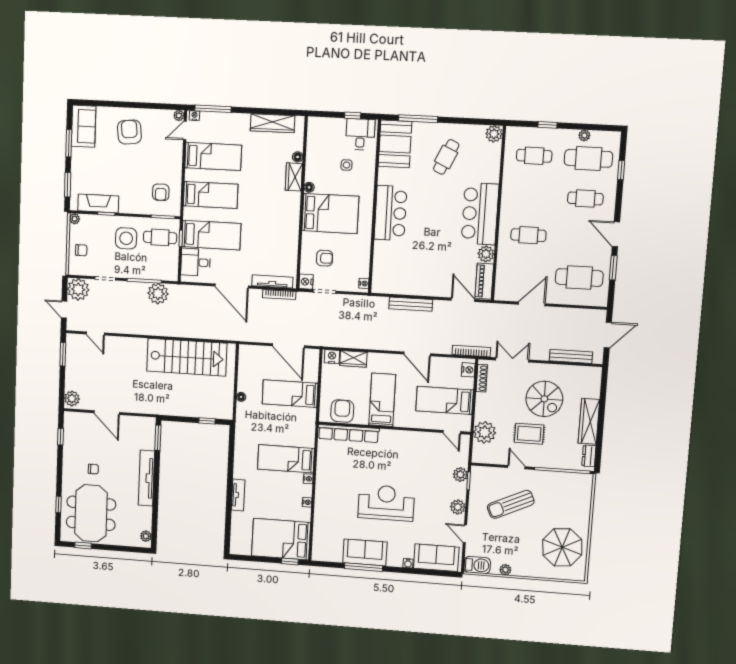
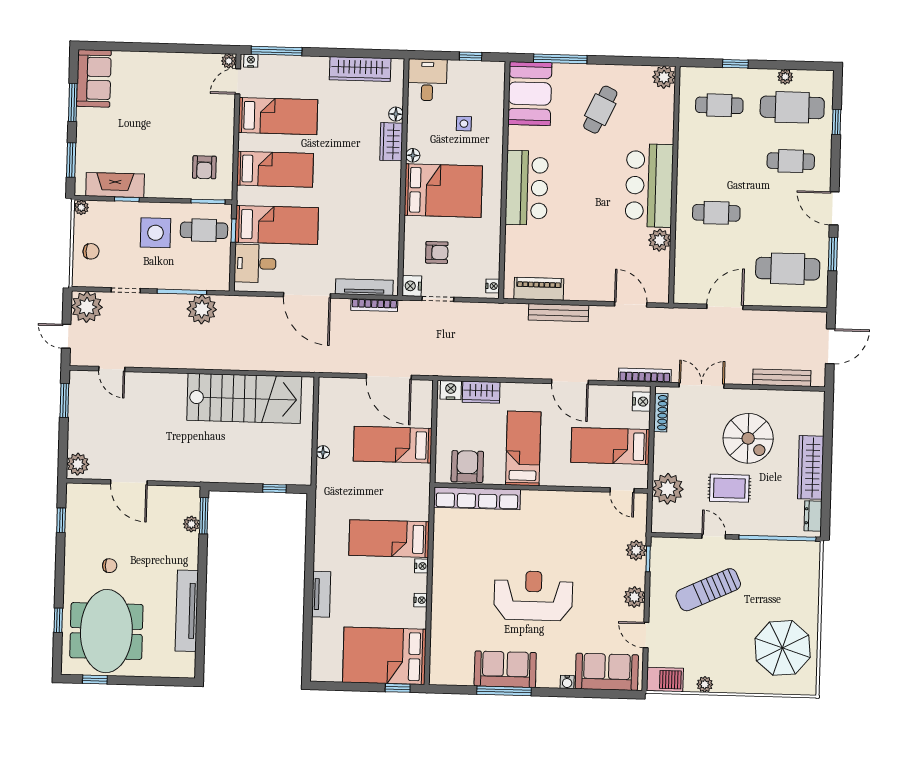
armchair: (129, 132) -> (159, 85), removed
desk: (360, 134) -> (427, 80), moved
piano: (484, 281) -> (539, 289), moved, turned 90
tv unit: (147, 478) -> (187, 611), moved
plant: (146, 536) -> (191, 524), moved

